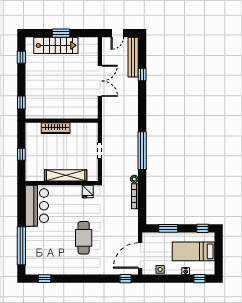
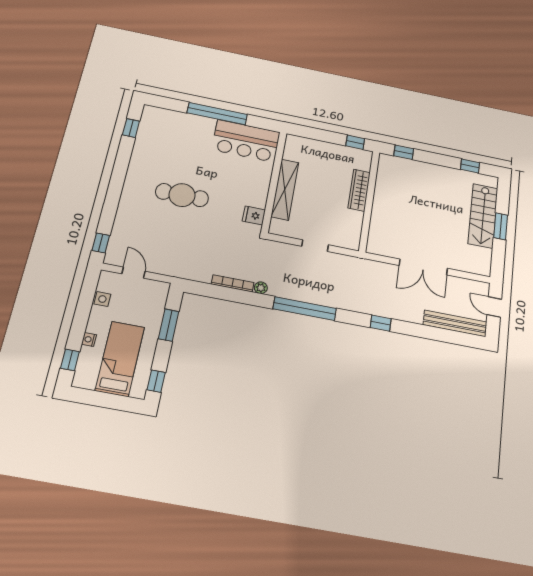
window: (142, 74) -> (381, 323), moved
window: (21, 154) -> (355, 142), moved
window: (21, 246) -> (217, 114), moved
door: (140, 256) -> (133, 273), width x0.53

